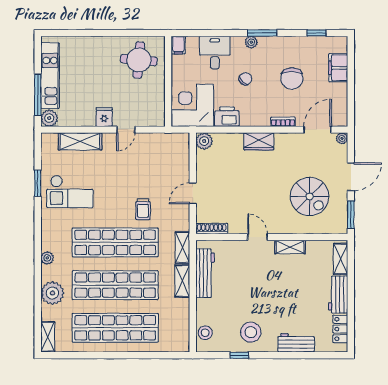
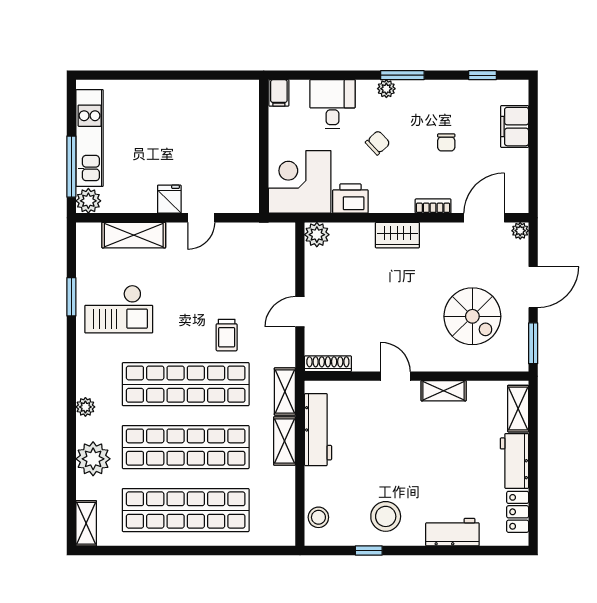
round table: (139, 60) -> (220, 115), removed
chair: (292, 79) -> (446, 142), width x0.54, depth x0.54

